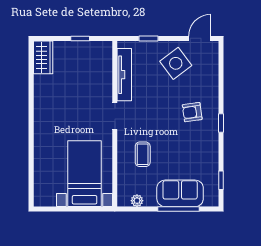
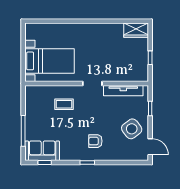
armchair: (192, 112) -> (95, 141), turned -82
sofa: (180, 193) -> (42, 151), moved, turned -90
plant: (137, 201) -> (30, 100), removed

